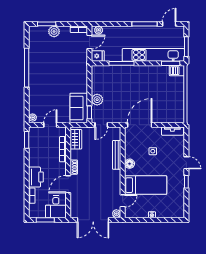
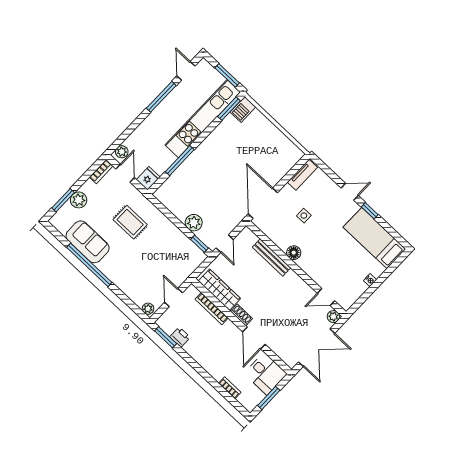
rug: (67, 68) -> (130, 222), added
sofa: (79, 108) -> (88, 242), moved, turned 180
wardrobe: (76, 139) -> (219, 290), width x1.50
printer: (36, 177) -> (180, 337), moved, width x0.53, depth x0.68
bed: (146, 185) -> (374, 238), moved, turned -90
door: (123, 201) -> (326, 297), swing flipped

